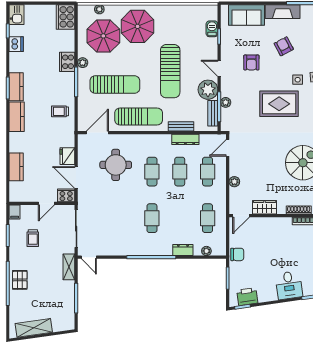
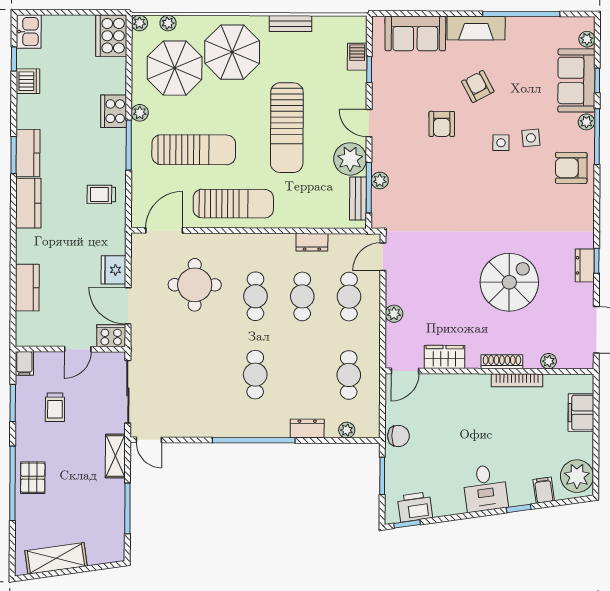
plant: (82, 9) -> (139, 23), added
armchair: (251, 63) -> (442, 124), moved
rug: (279, 104) -> (470, 183), removed
bench: (181, 126) -> (290, 24), moved
dresser: (185, 139) -> (312, 242), width x0.70

